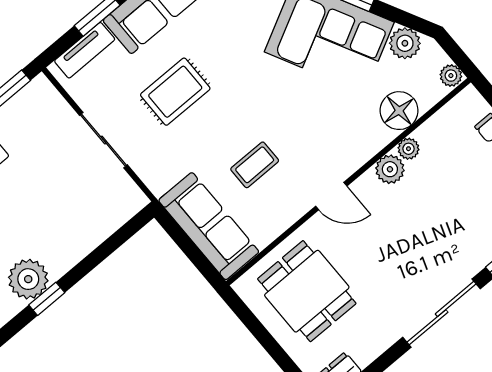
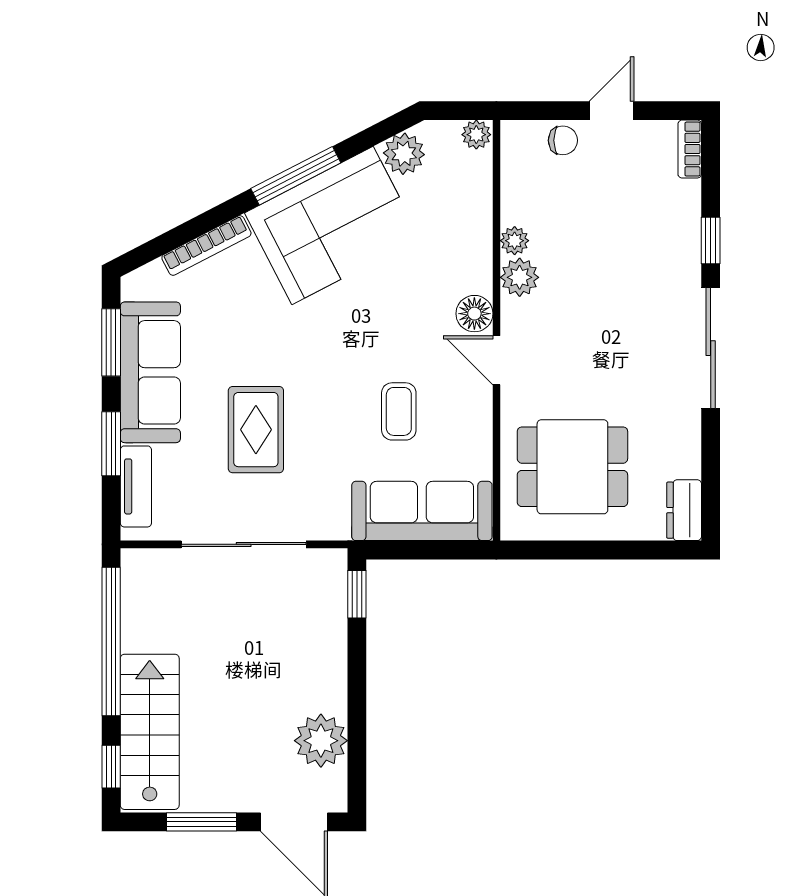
floor lamp: (399, 111) -> (474, 314), moved, width x0.73, depth x0.73
sliding door: (103, 140) -> (244, 544), width x1.37
door: (331, 196) -> (496, 360), swing flipped
window: (47, 299) -> (357, 594), moved

